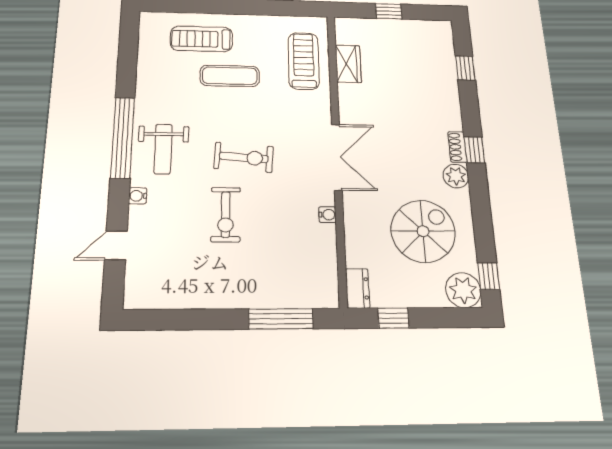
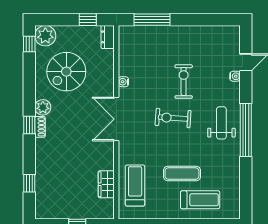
treadmill: (304, 61) -> (135, 186), turned 180
water cooler: (138, 196) -> (235, 76), moved

